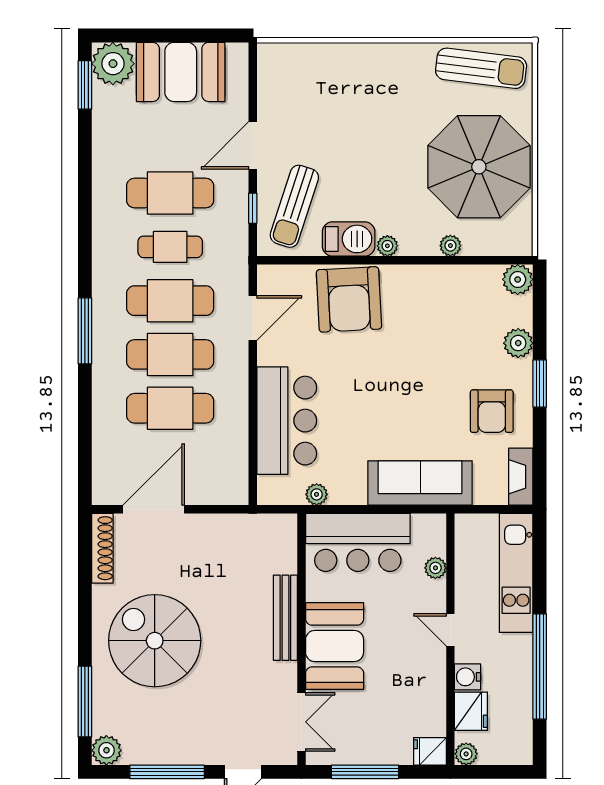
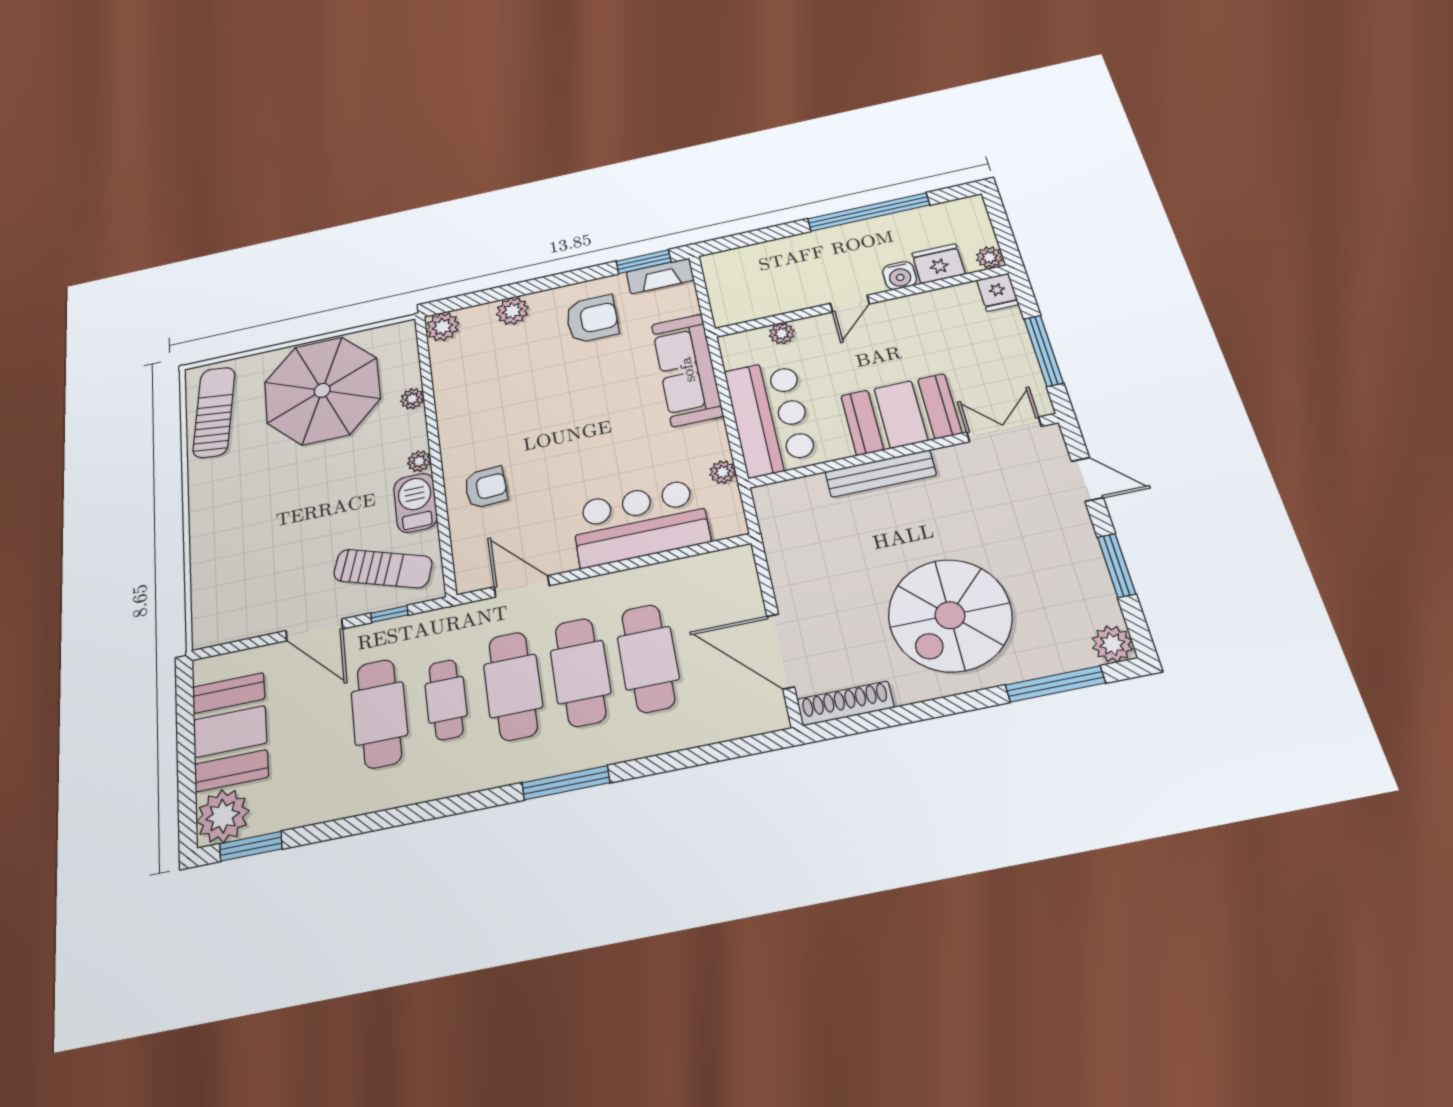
armchair: (349, 299) -> (486, 487), width x0.53, depth x0.53
window: (540, 384) -> (644, 262), moved
kitchen unit: (516, 573) -> (769, 256), removed
window: (167, 772) -> (1116, 565), width x0.69

